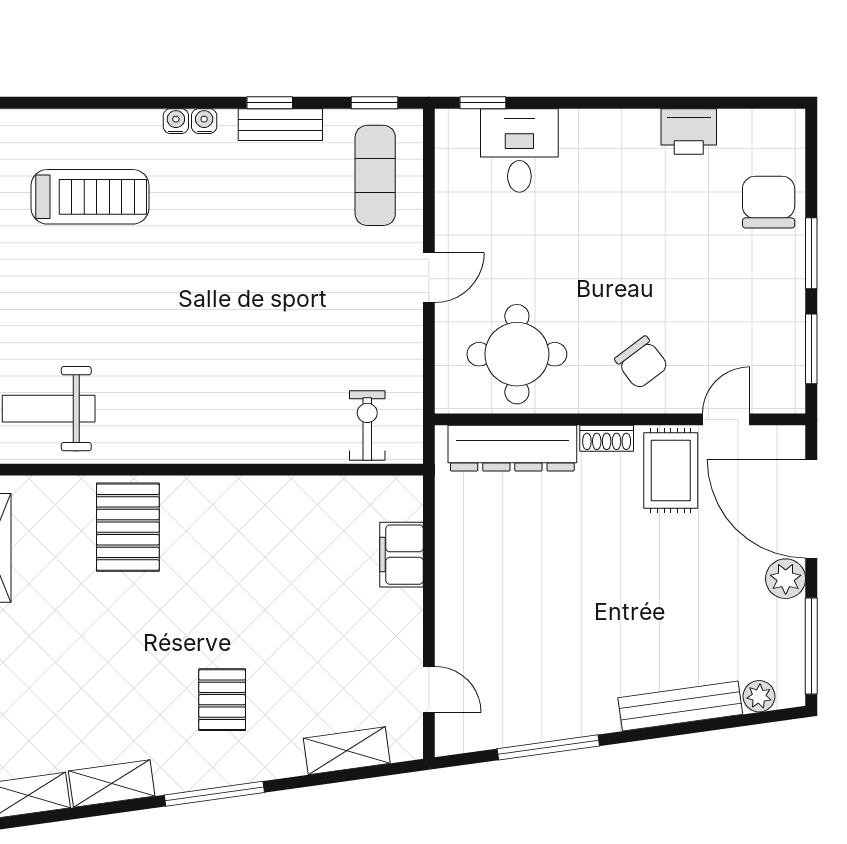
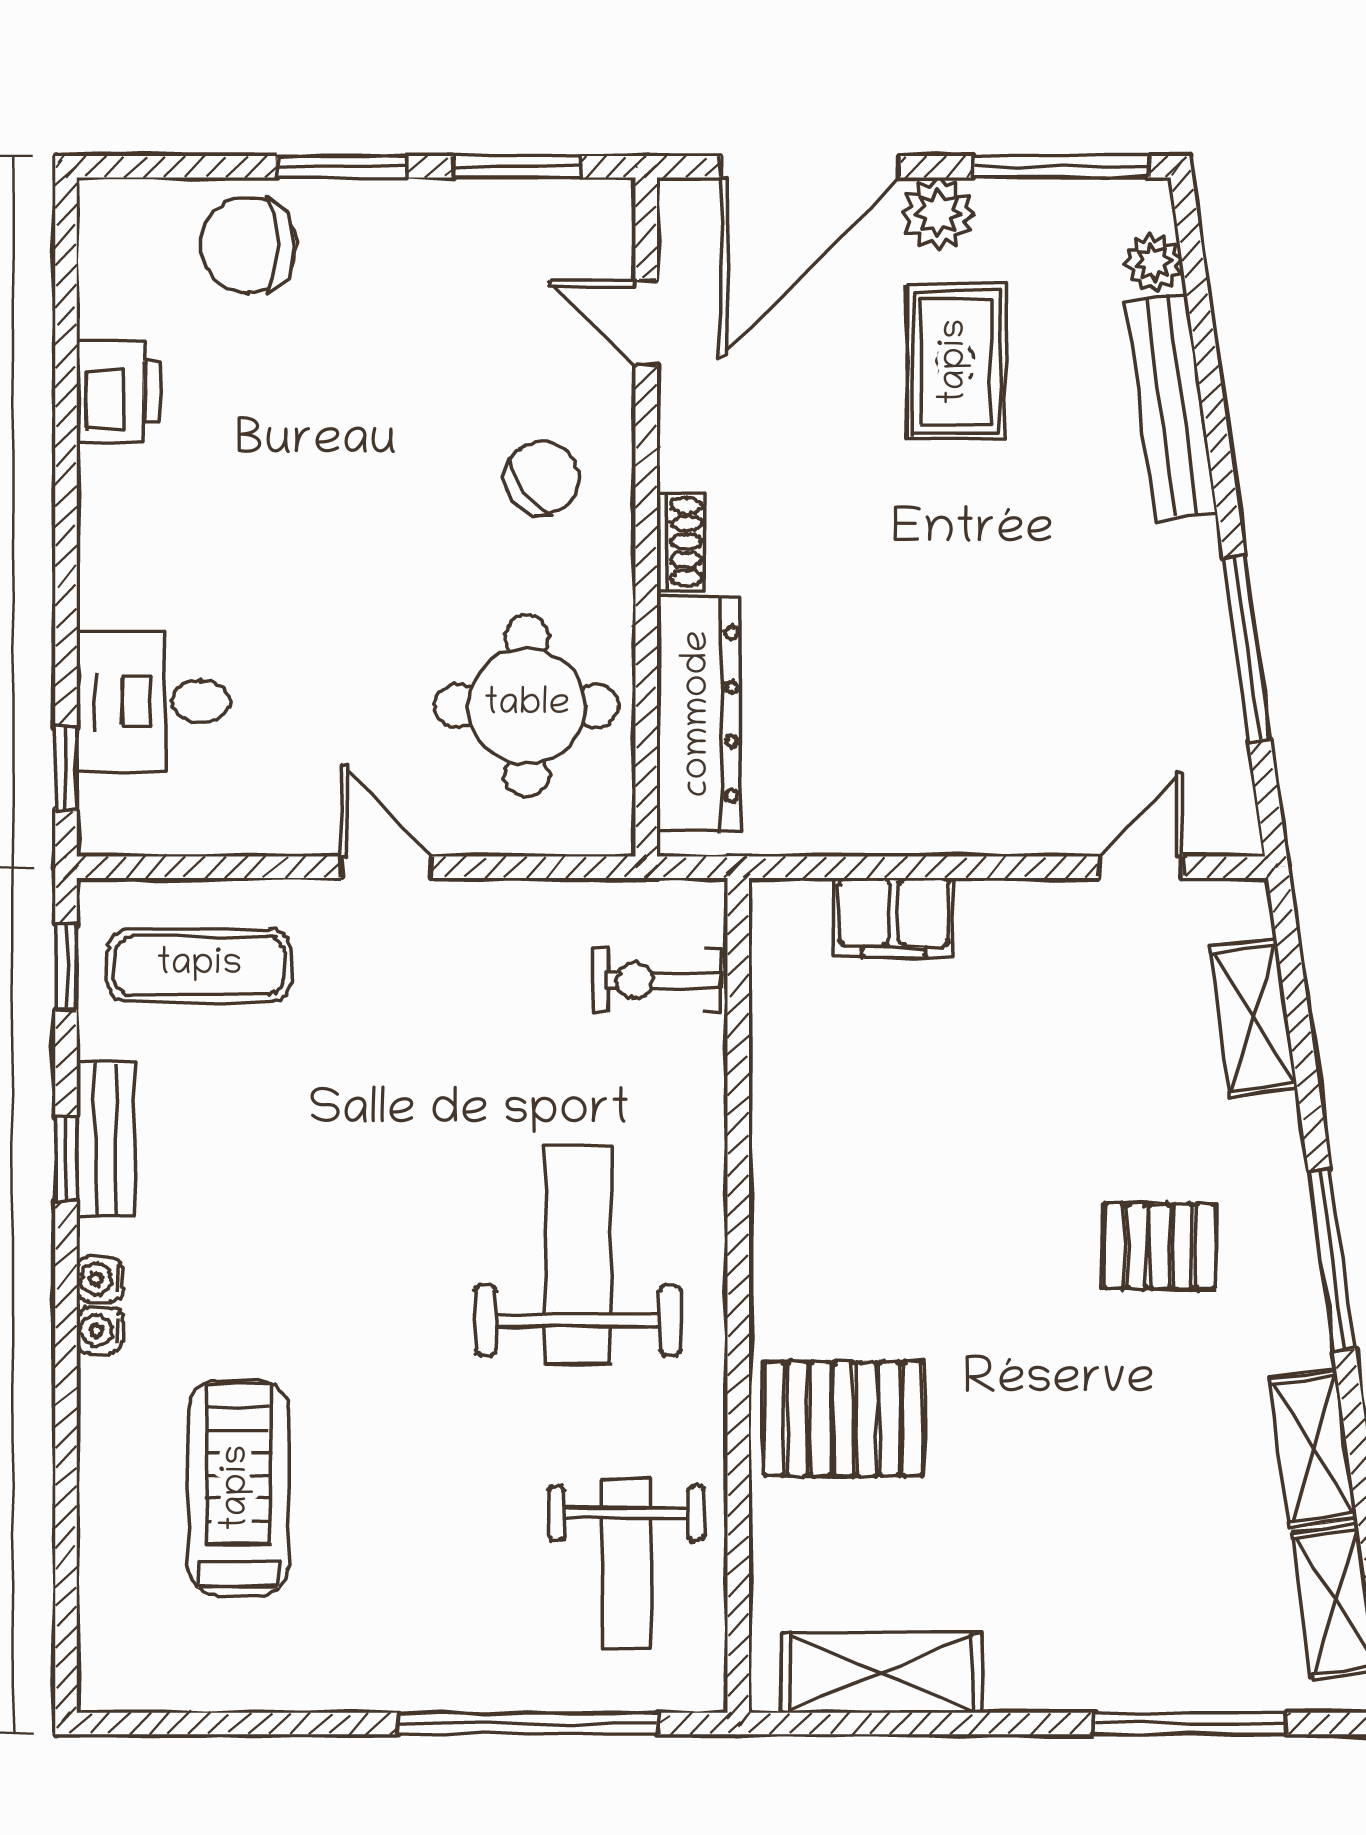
weight bench: (218, 382) -> (578, 1254), added
rug: (671, 471) -> (956, 362), moved, turned 90

